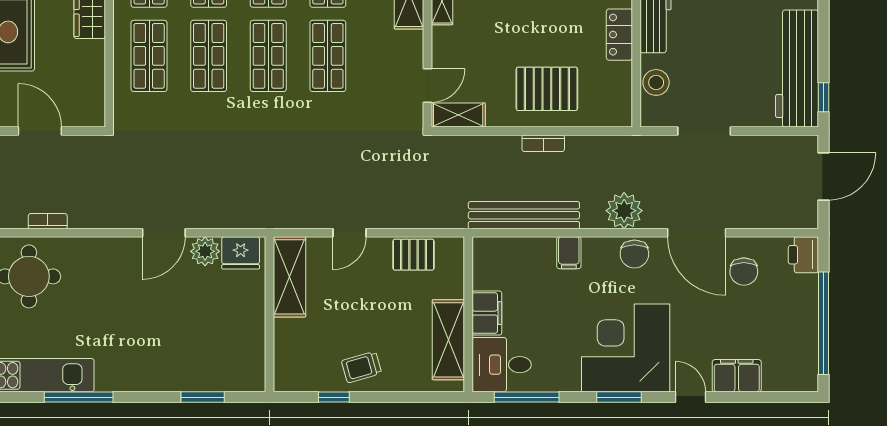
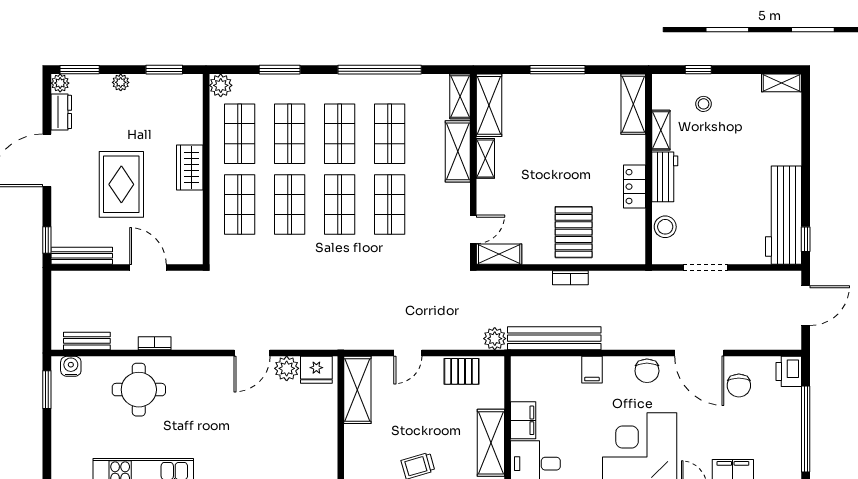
pallet: (547, 89) -> (574, 232), turned 90
plant: (624, 211) -> (495, 339), moved, width x0.73, depth x0.73

